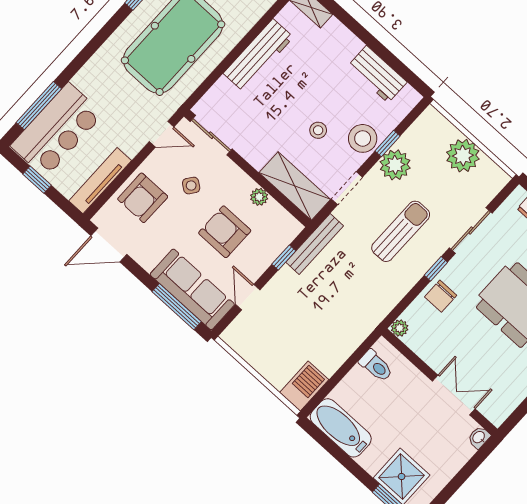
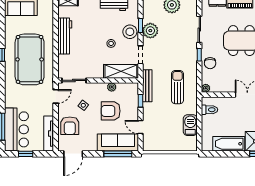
sun lounger: (401, 231) -> (177, 87), moved
barbecue: (304, 386) -> (190, 125), moved
bathtub: (341, 428) -> (229, 144), moved

